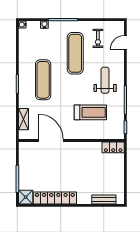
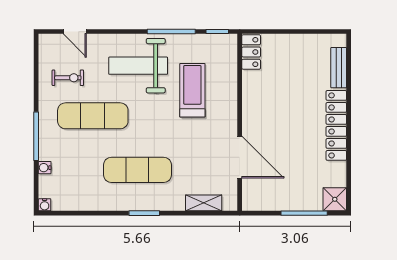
weight bench: (105, 80) -> (138, 66), width x1.36, depth x1.33
door: (51, 141) -> (240, 157), swing flipped
locker: (55, 198) -> (336, 125), moved

